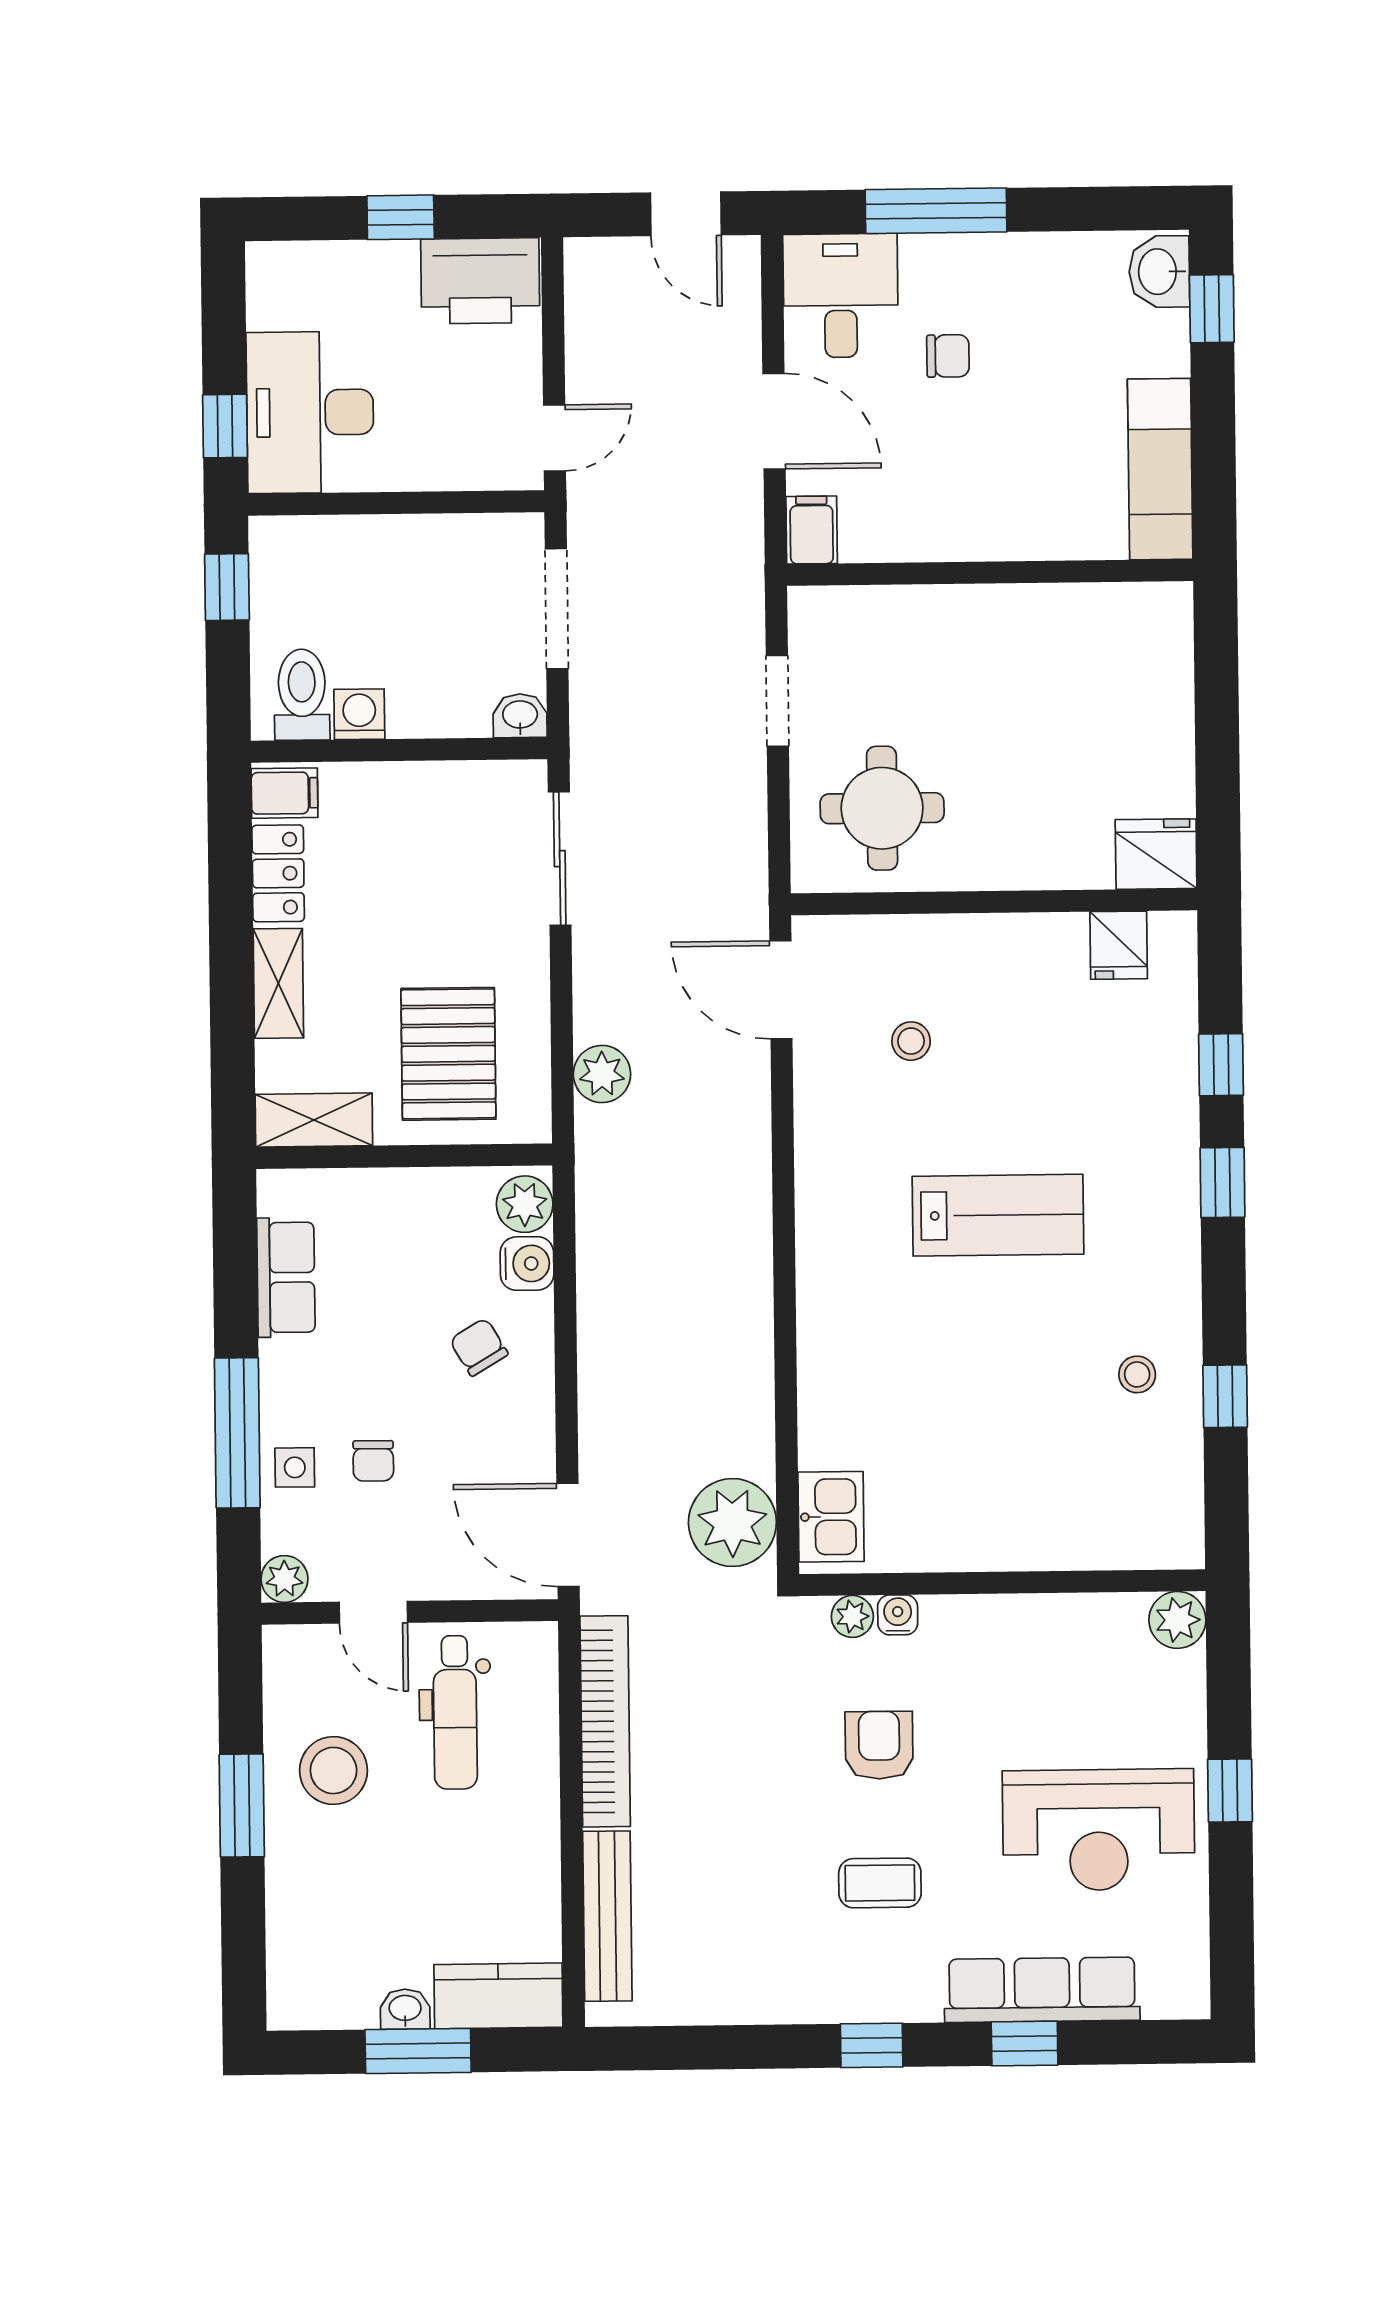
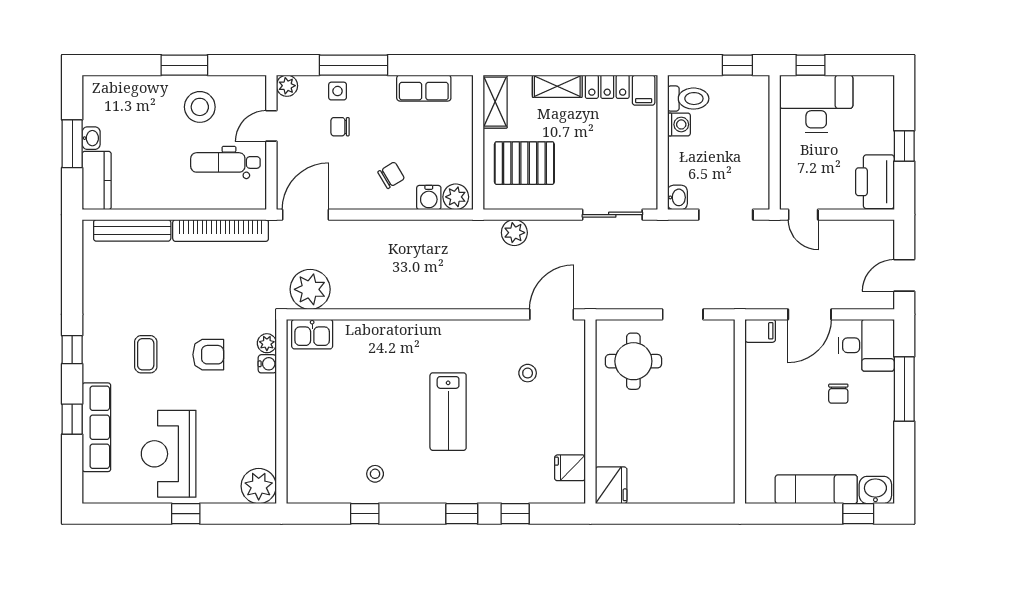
exam couch: (1160, 469) -> (816, 489), moved
plant: (1177, 1620) -> (259, 486), width x1.36, depth x1.36

